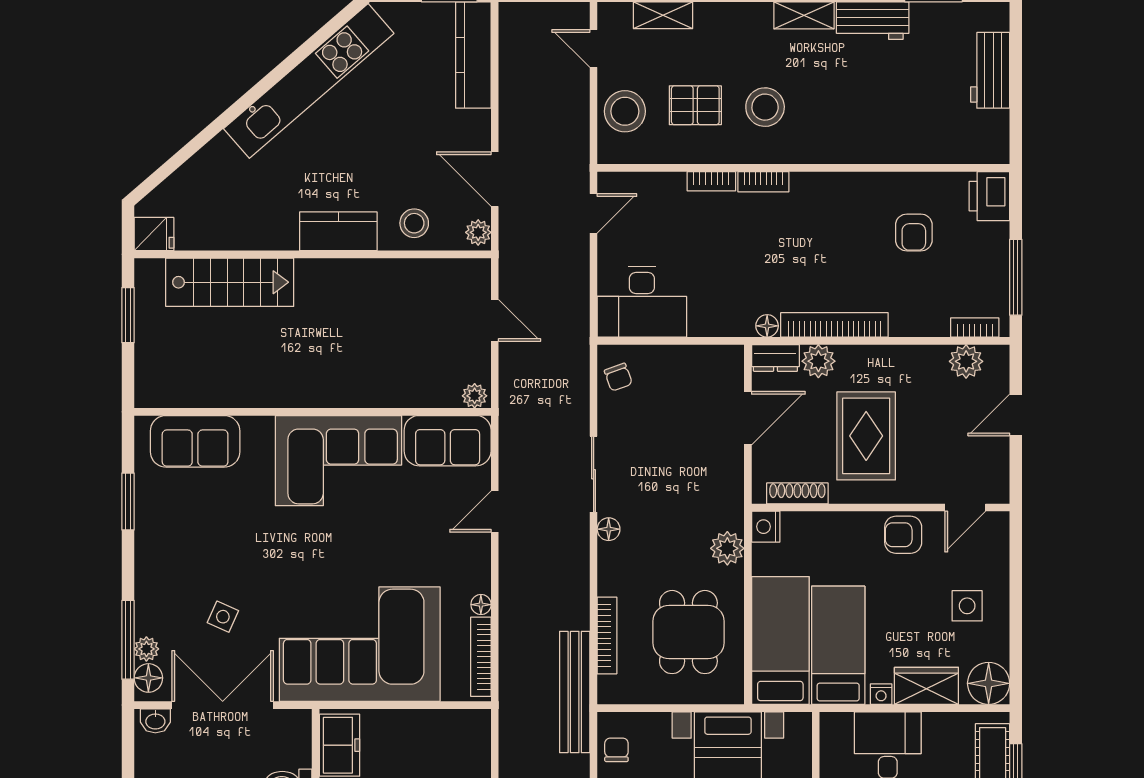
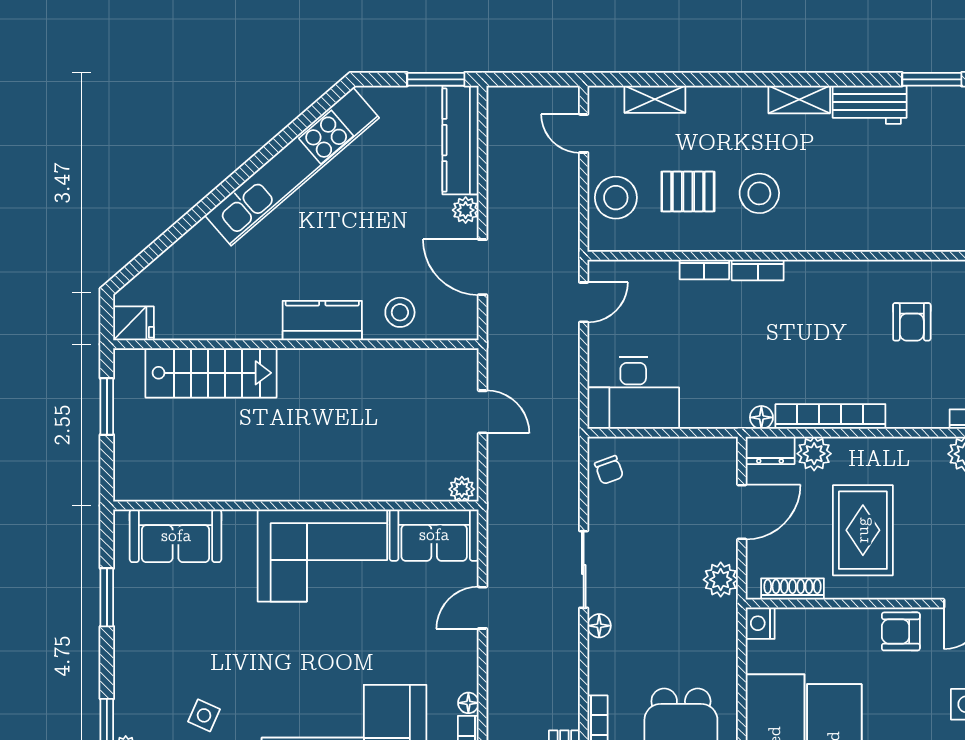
plant: (478, 232) -> (466, 210), moved
plant: (727, 548) -> (721, 580), moved

